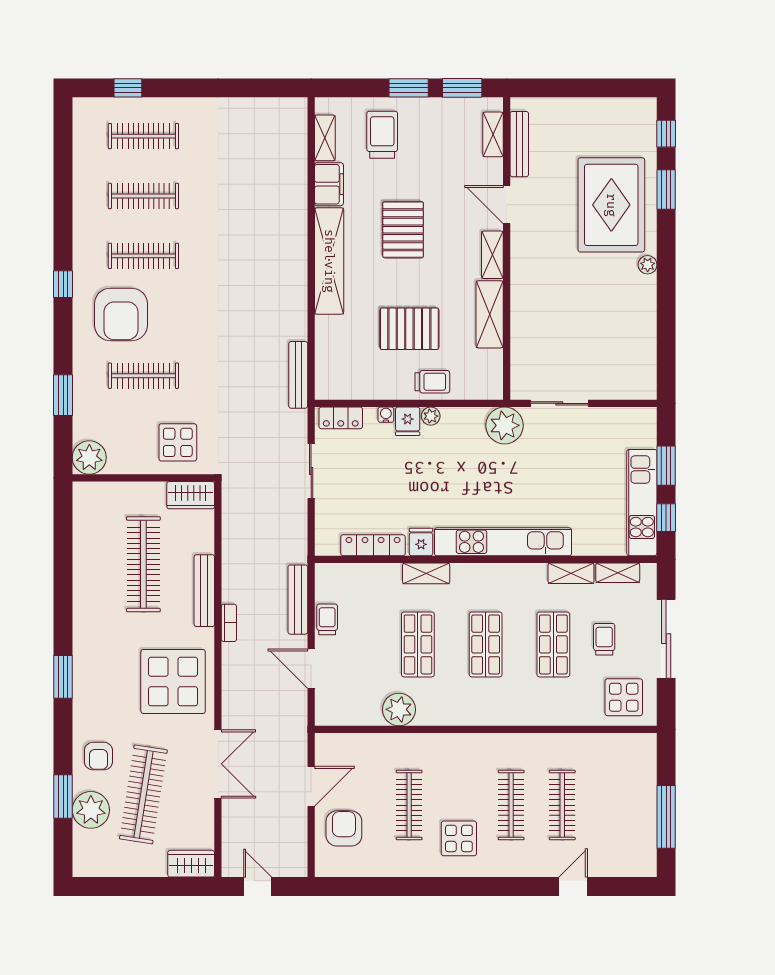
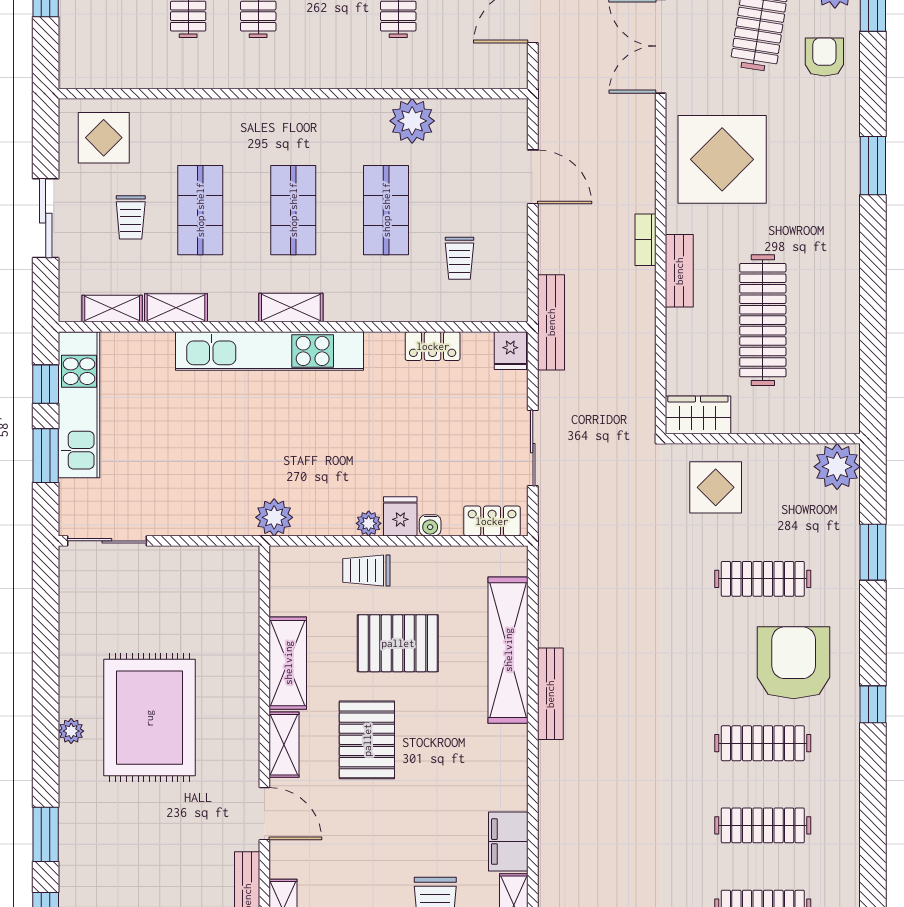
rug: (611, 205) -> (149, 718), moved
pallet: (403, 230) -> (367, 740), moved
shelving: (329, 261) -> (508, 650), moved
bench: (298, 375) -> (550, 694), moved
sliding door: (559, 403) -> (107, 541), moved
plant: (505, 425) -> (274, 517), width x0.73, depth x0.73
fridge: (421, 542) -> (510, 351), moved
locker: (373, 545) -> (433, 346), width x0.66
shelving: (426, 573) -> (291, 308), moved
bench: (204, 591) -> (679, 271), width x0.73
bench: (298, 600) -> (551, 322), moved
trolley: (327, 619) -> (459, 258), moved
sliding door: (666, 639) -> (46, 218), width x0.73

